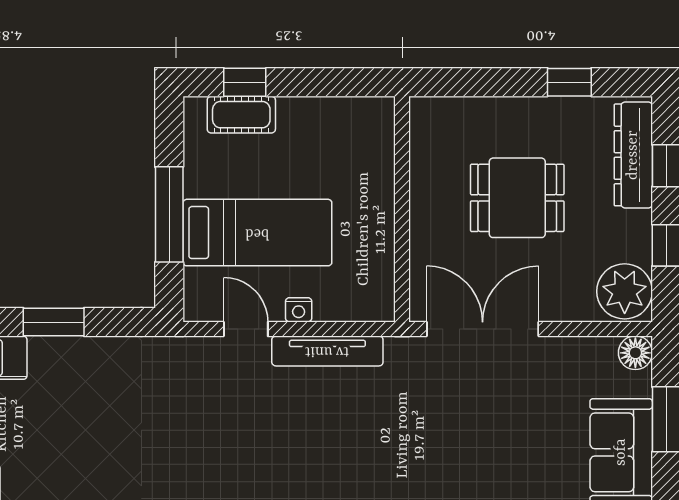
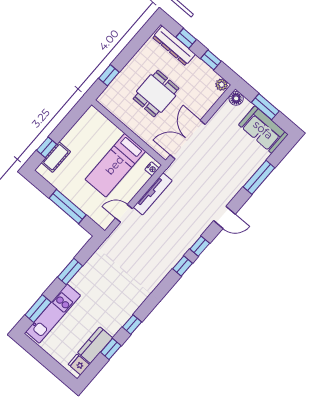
window: (569, 82) -> (109, 75), moved
bed: (257, 233) -> (115, 165), moved, turned 180
plant: (625, 291) -> (222, 85), width x0.53, depth x0.53
nightstand: (299, 310) -> (152, 169), moved

